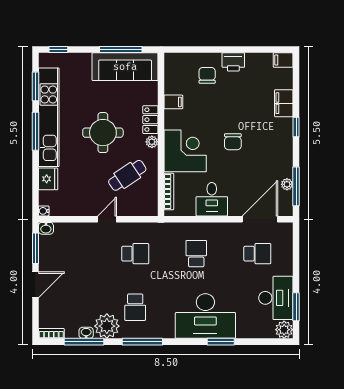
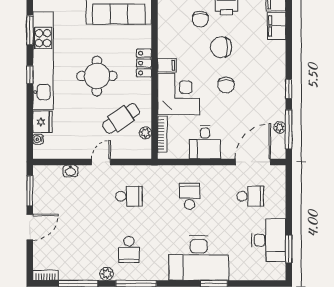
chair: (207, 75) -> (200, 19), turned 180
filing cabinet: (173, 102) -> (167, 65), moved
filing cabinet: (284, 103) -> (277, 26), moved
chair: (228, 104) -> (221, 47), added
window: (296, 127) -> (289, 89), moved
window: (35, 131) -> (30, 75), width x0.46
plant: (152, 142) -> (145, 133), moved
water cooler: (44, 211) -> (38, 139), moved
washbasin: (46, 228) -> (70, 171), moved
plant: (107, 326) -> (107, 274), width x0.53, depth x0.53
plant: (284, 330) -> (277, 272), removed
washbasin: (86, 333) -> (80, 275), removed

